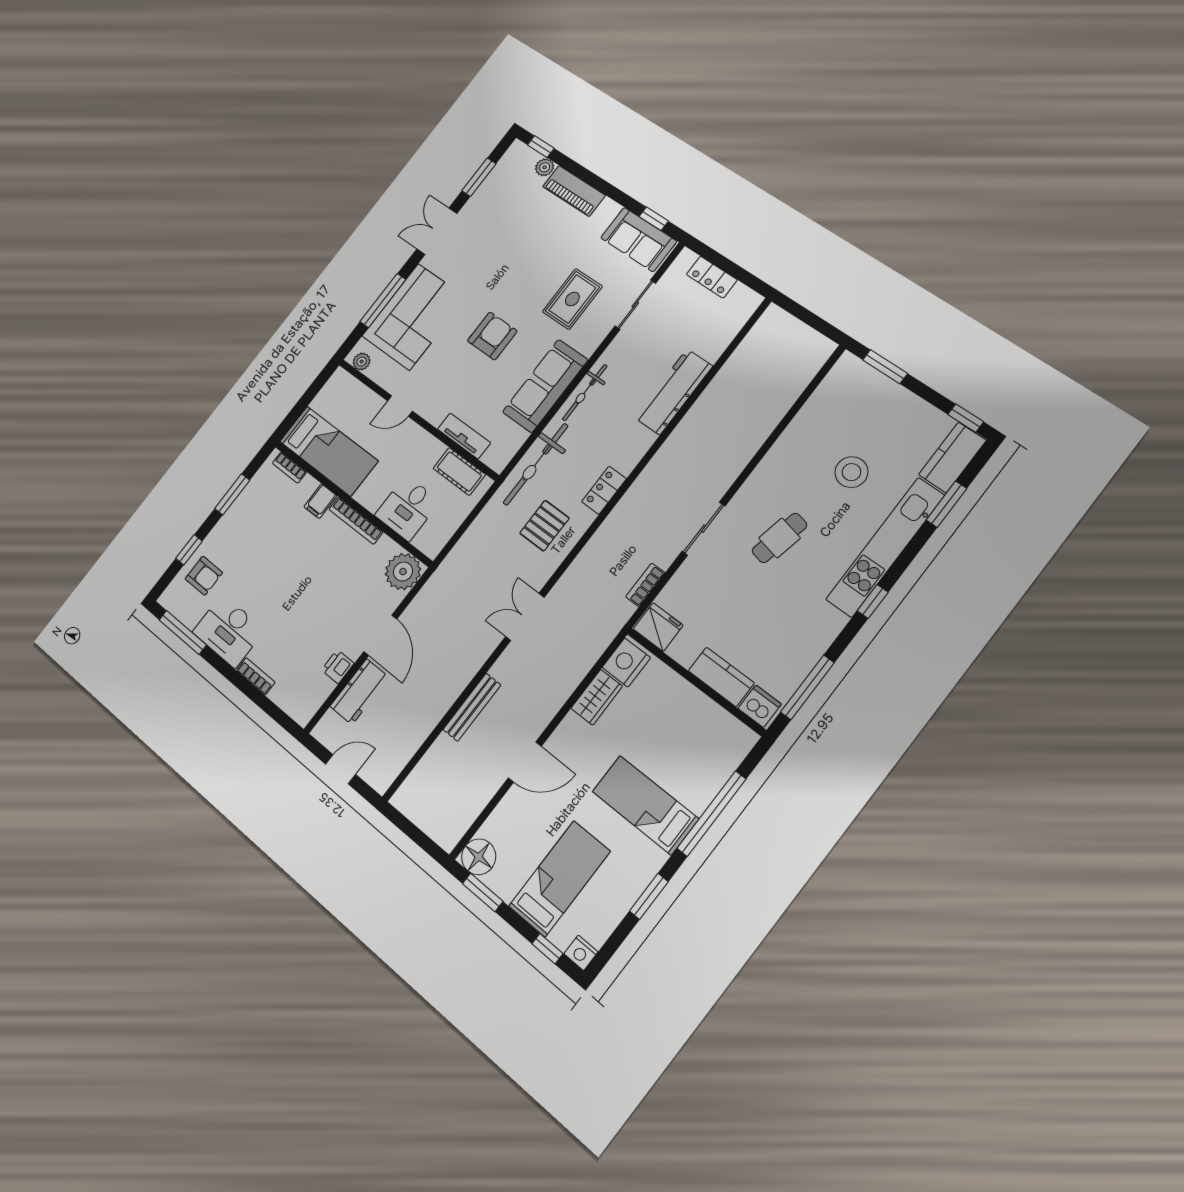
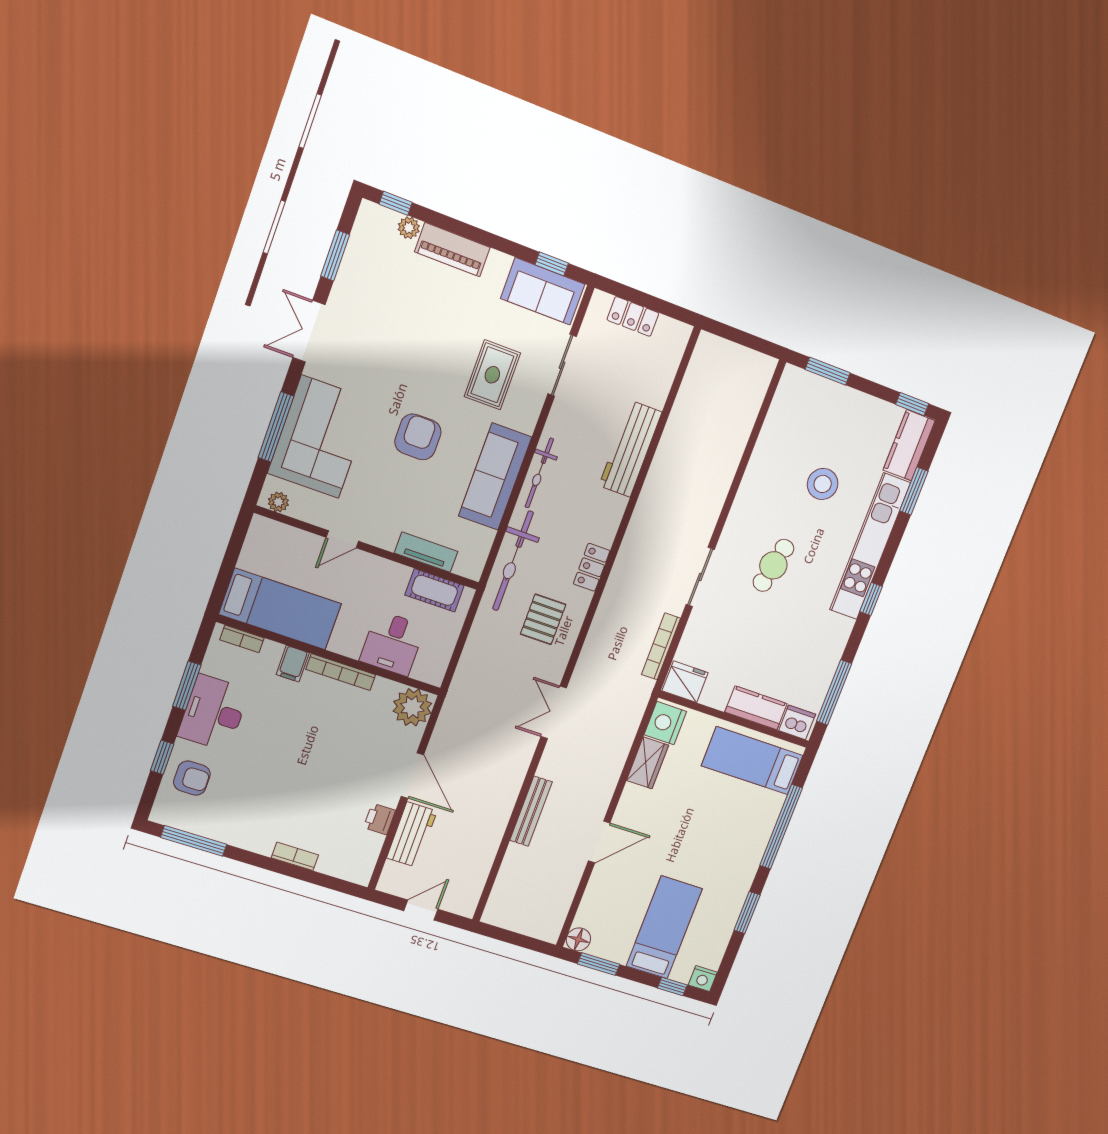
bookcase: (645, 585) -> (661, 646), width x1.56
desk: (228, 631) -> (214, 713), moved, turned 90
bed: (645, 805) -> (752, 761), moved
floor lamp: (479, 857) -> (578, 939), width x0.73, depth x0.73

